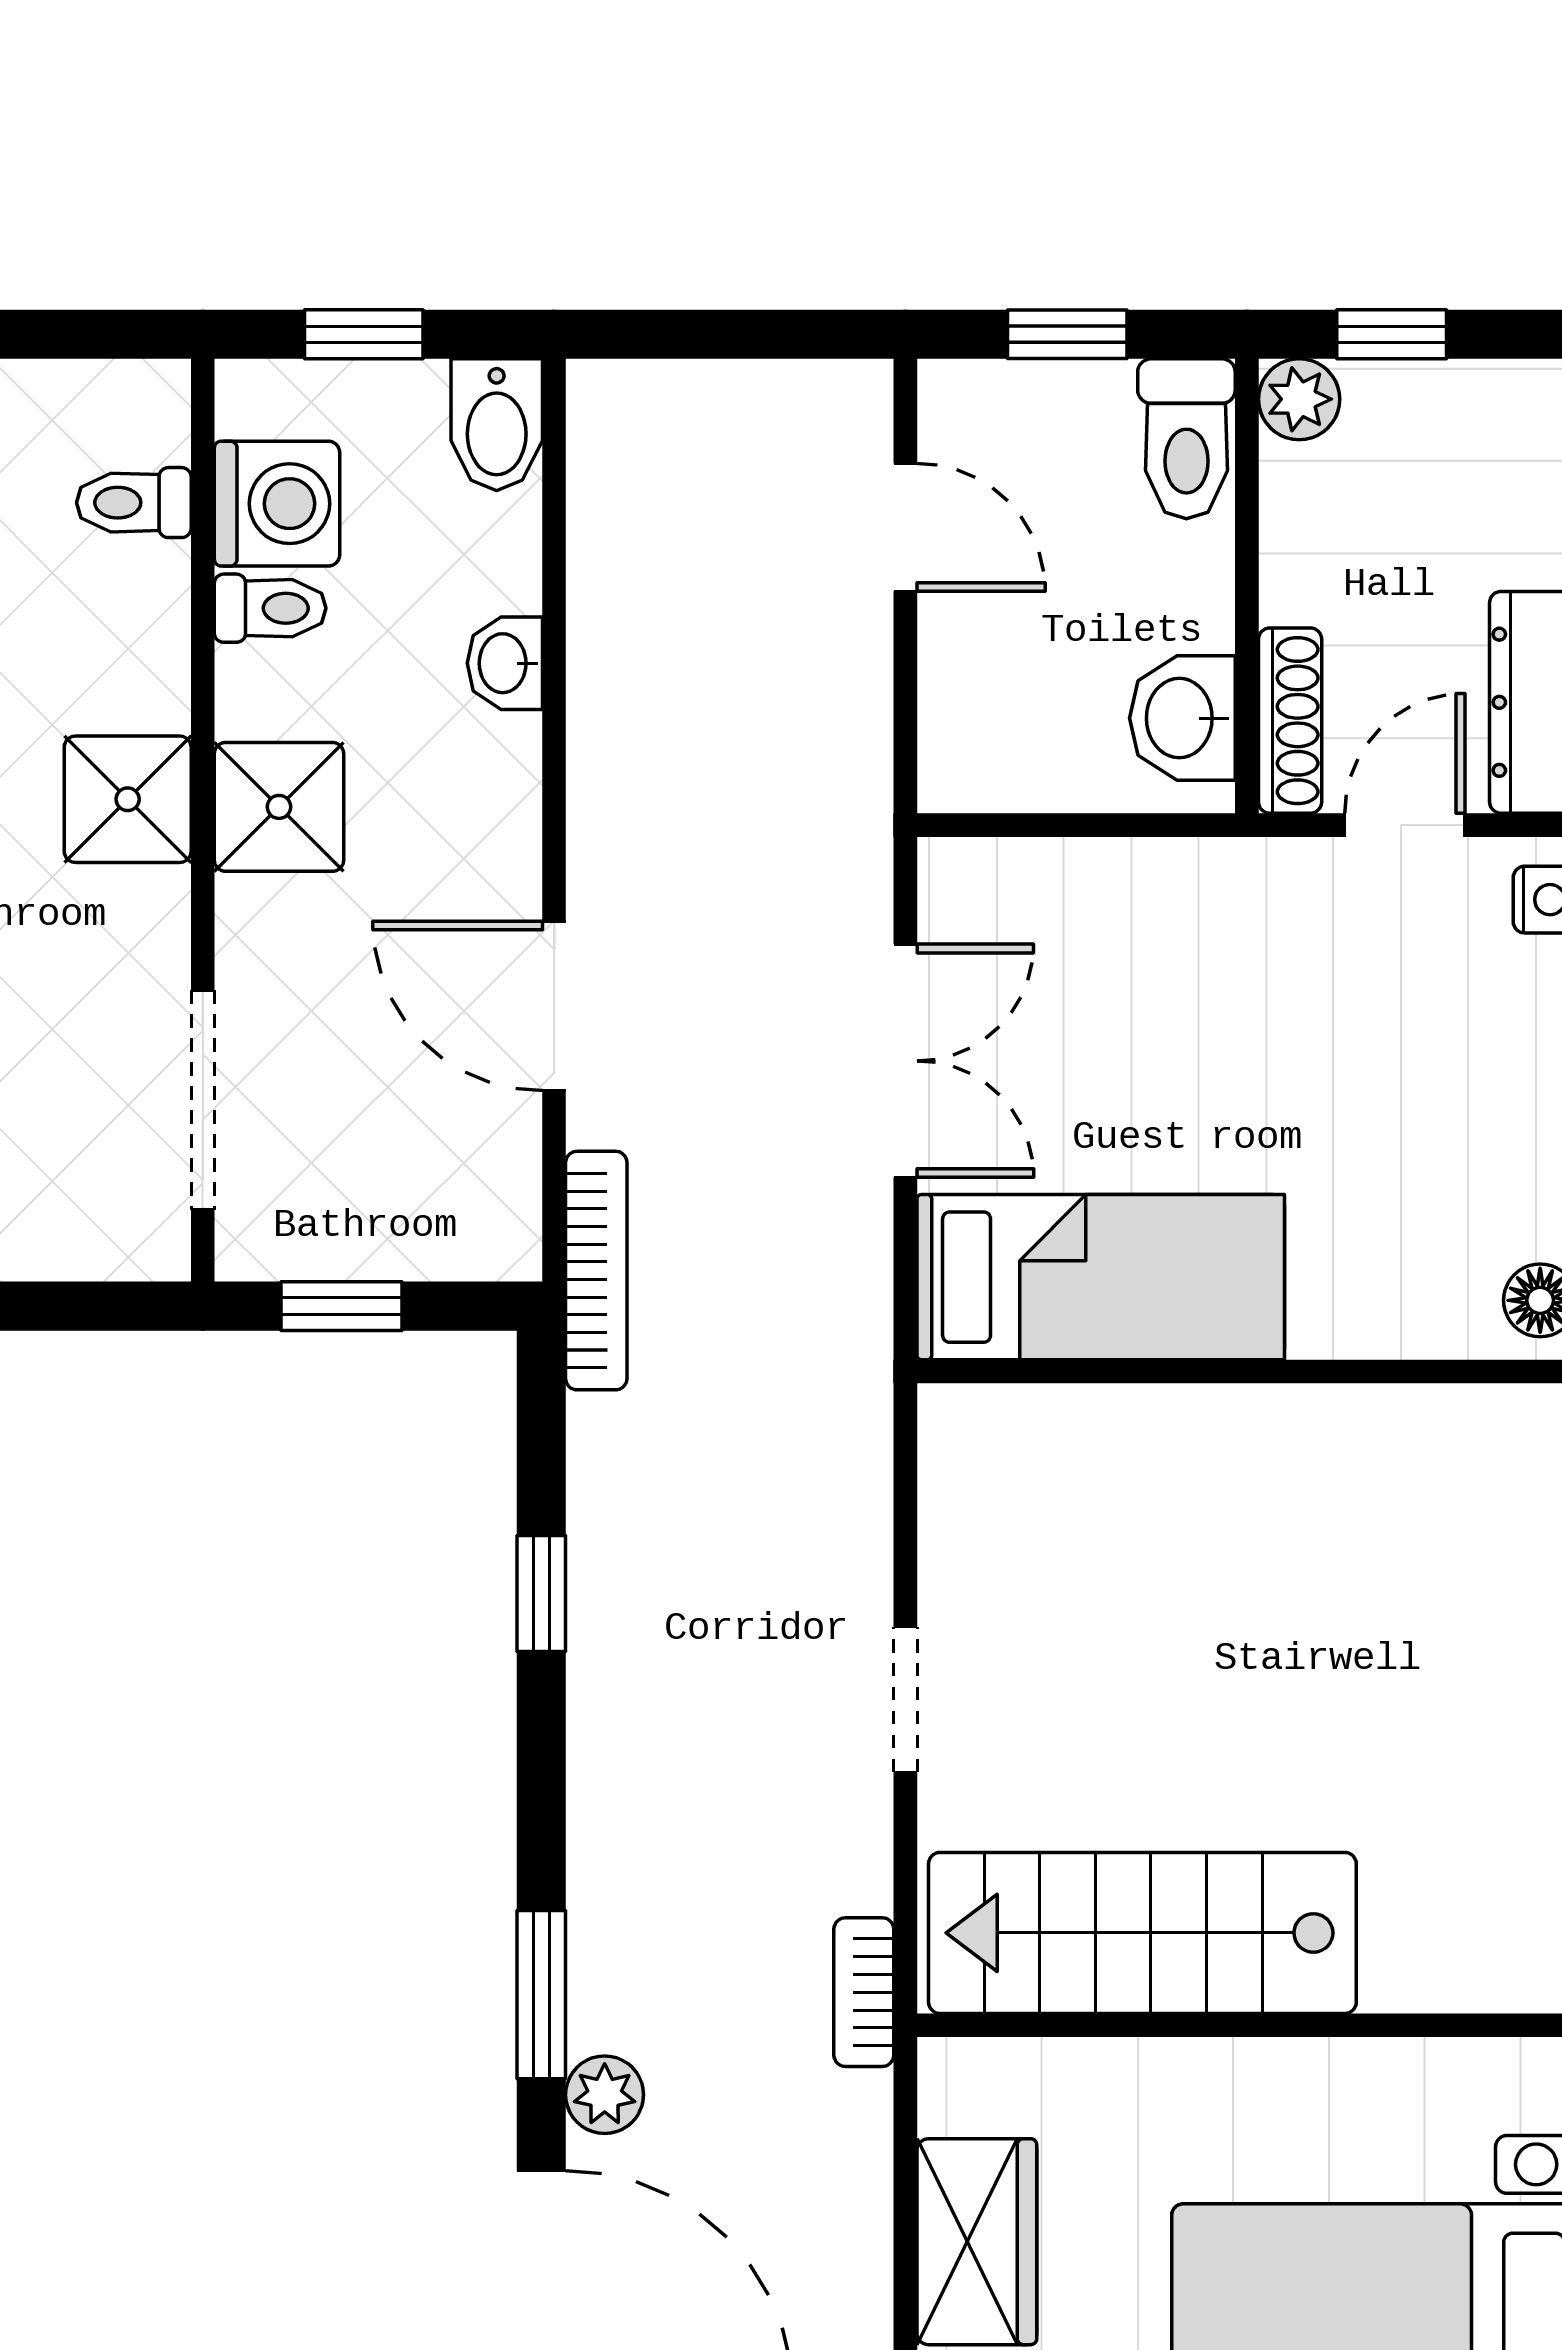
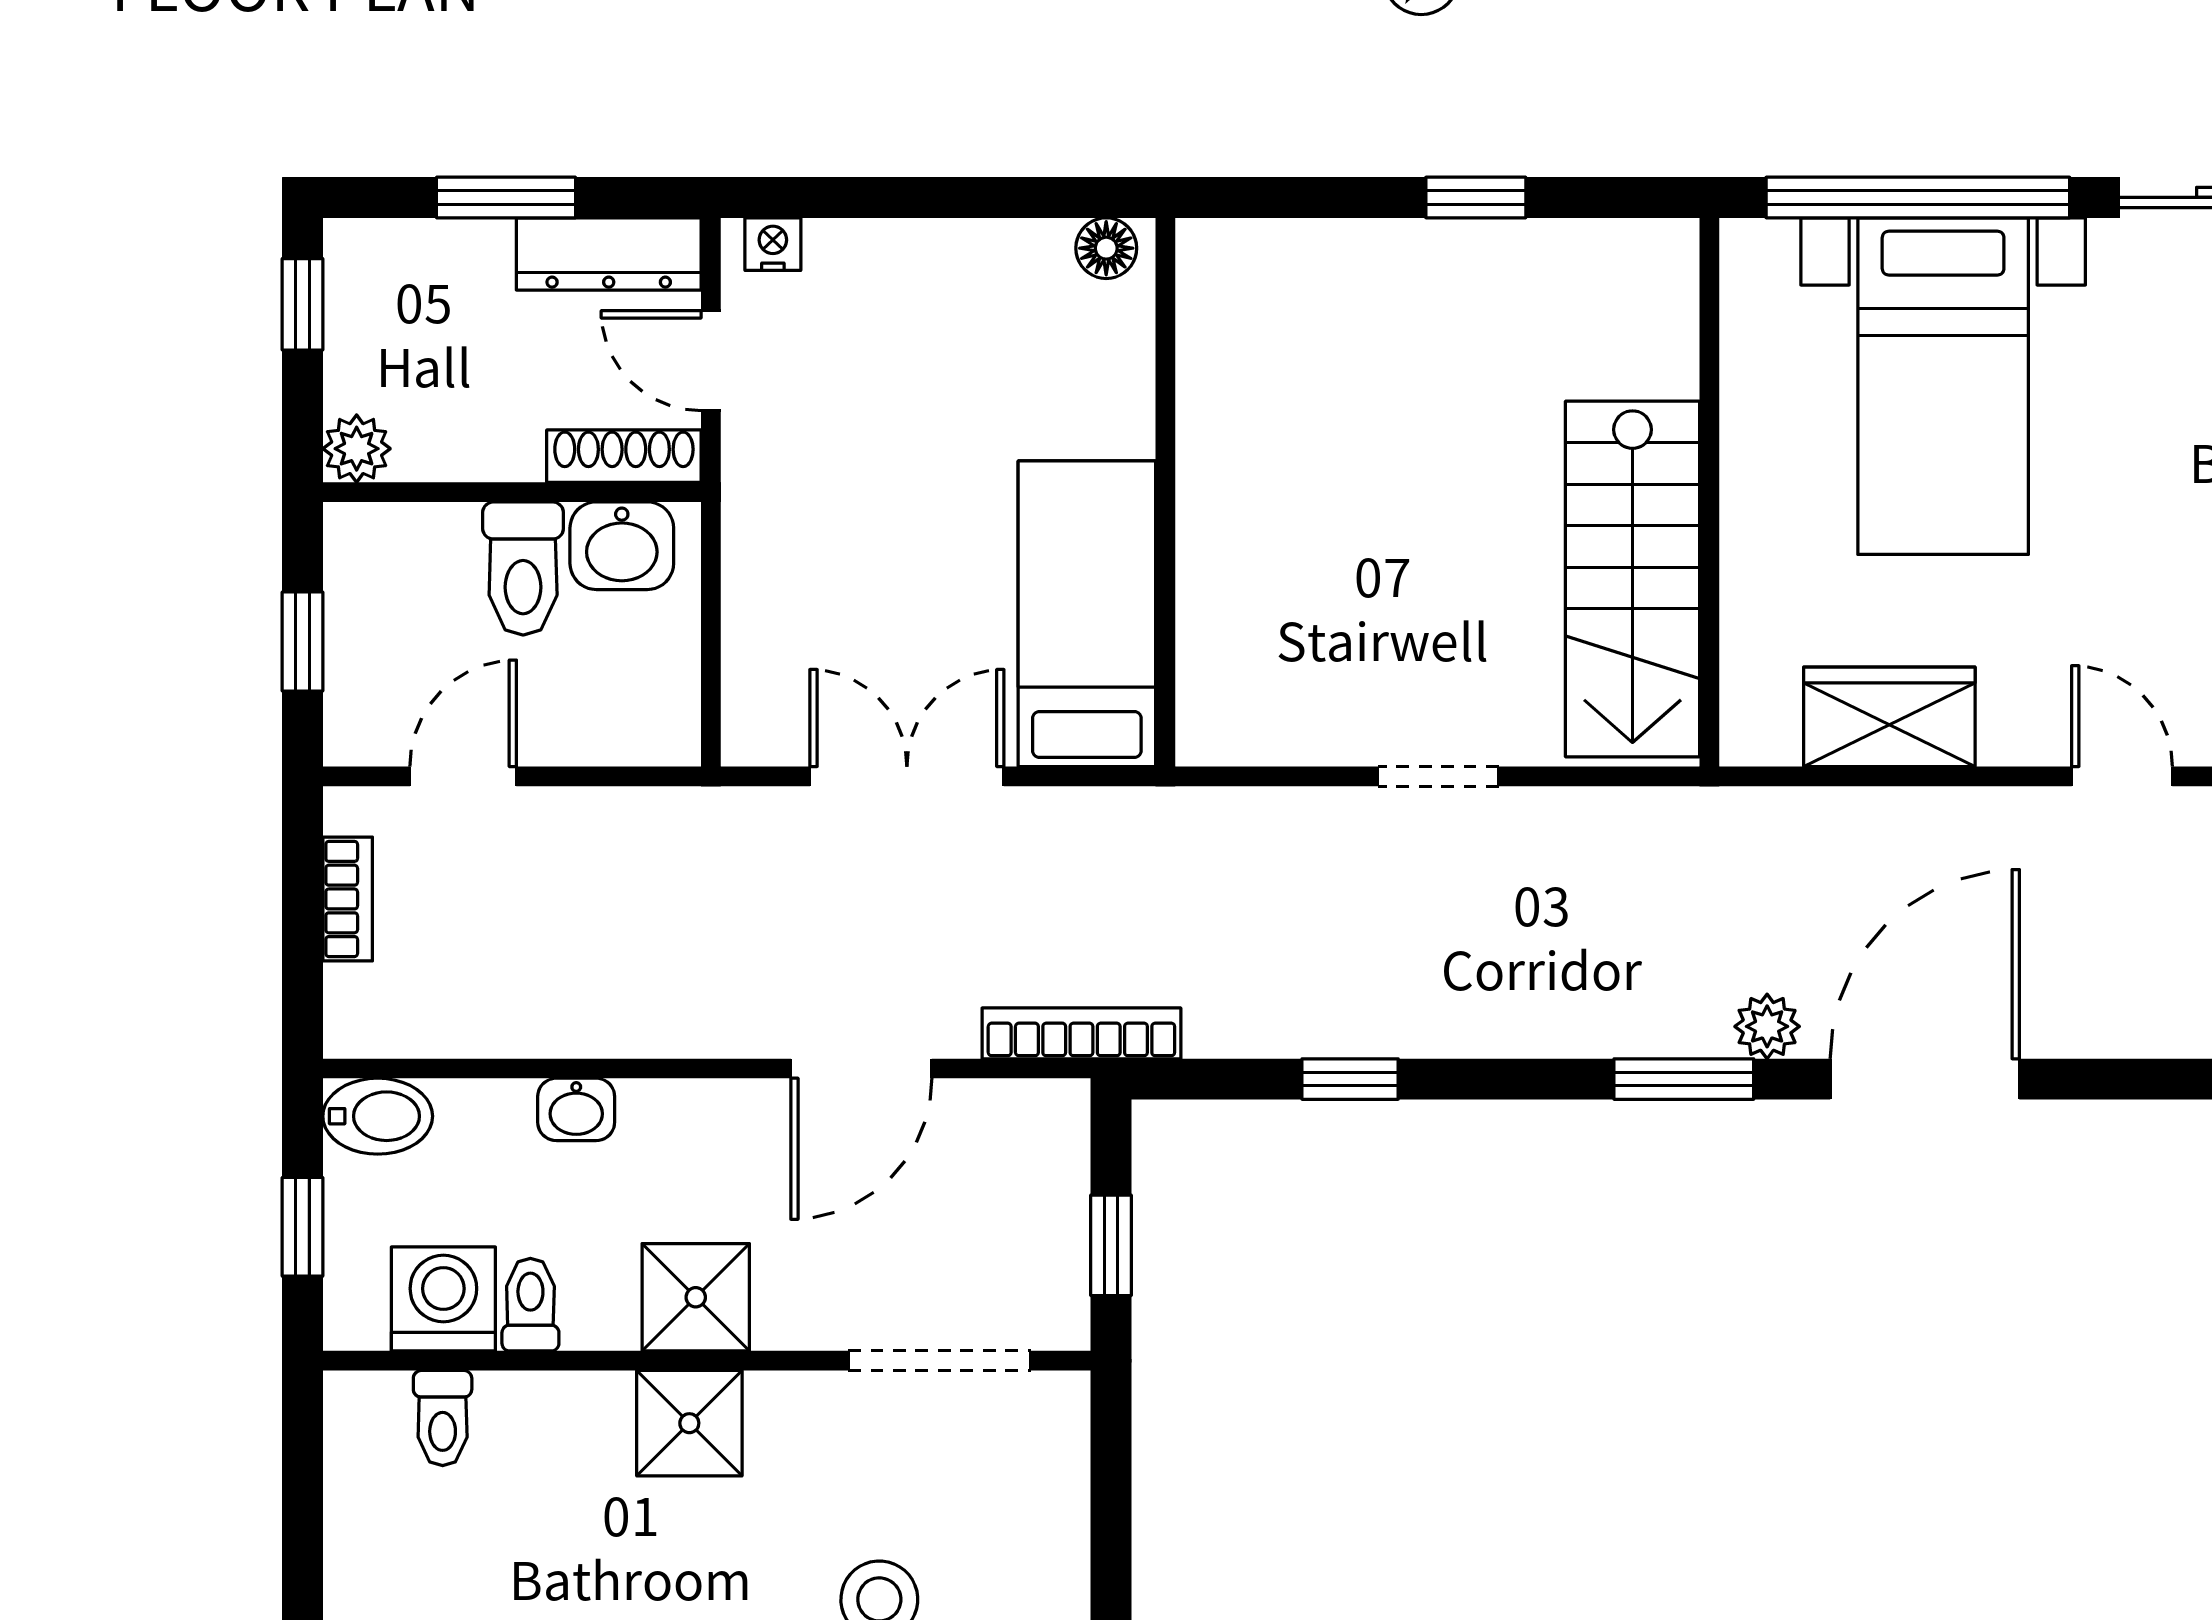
window: (1392, 334) -> (303, 304), moved
toilet: (1186, 439) -> (523, 568), moved, turned 90
bookcase: (864, 1992) -> (348, 899), moved, turned -90

